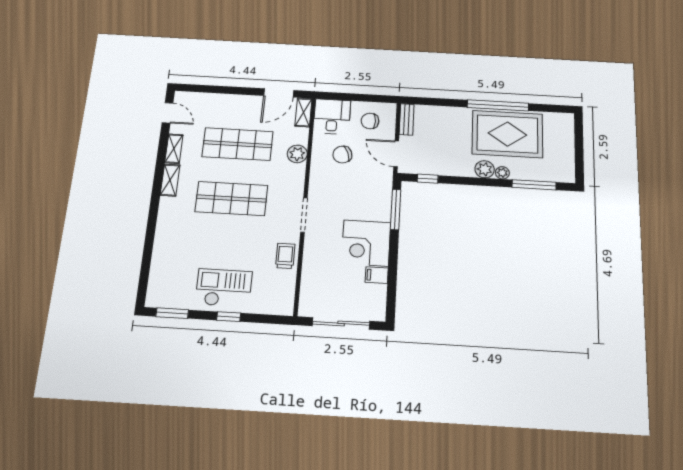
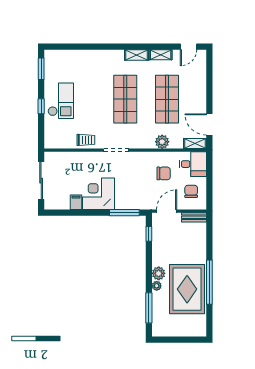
chair: (342, 155) -> (164, 173), turned 110

